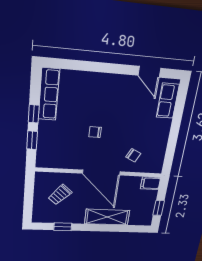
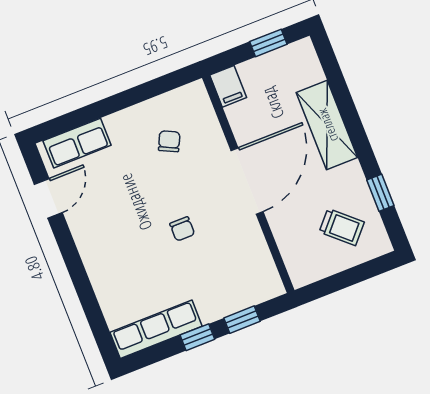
chair: (133, 155) -> (169, 141), moved
trolley: (60, 195) -> (342, 227), moved

